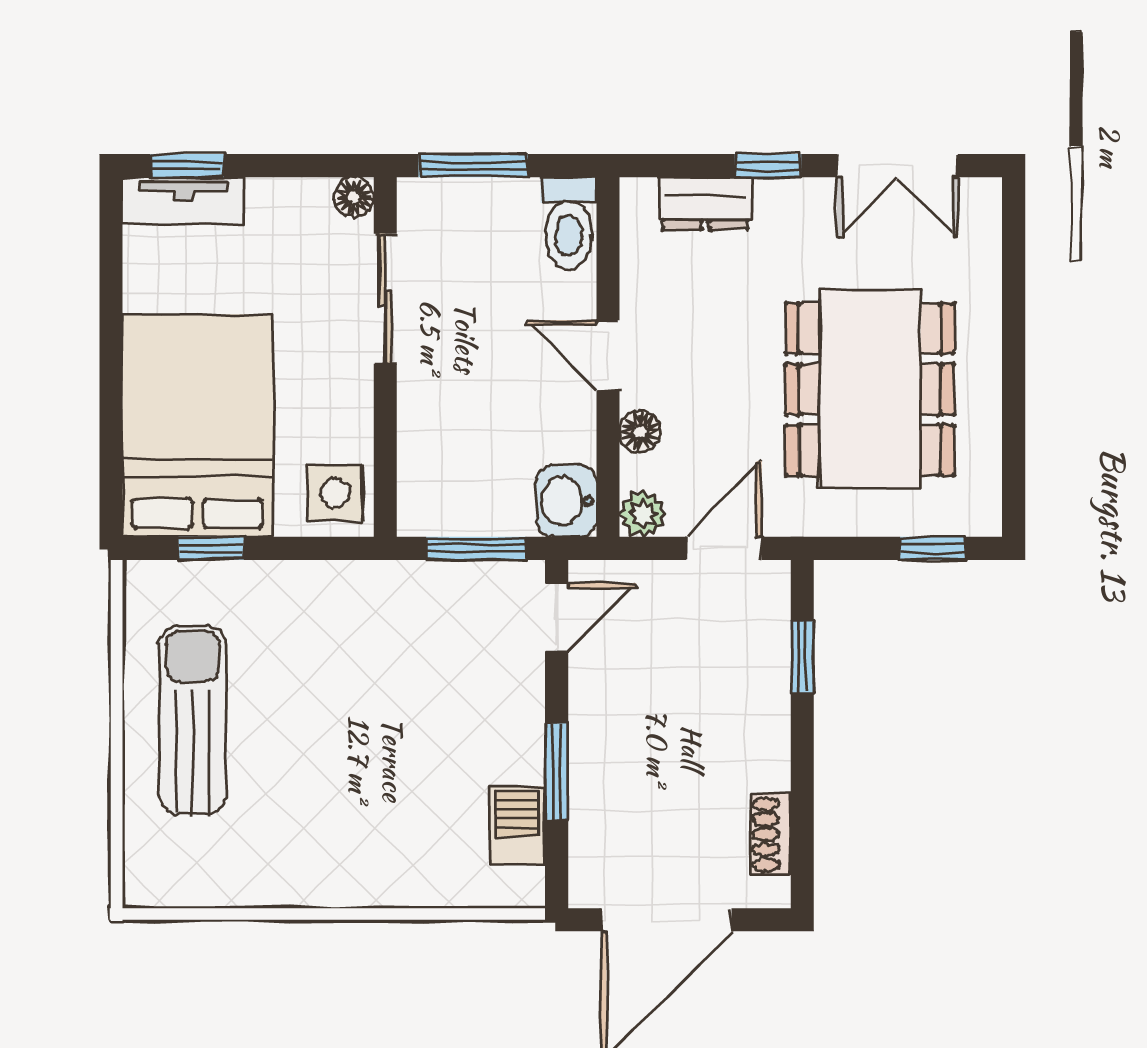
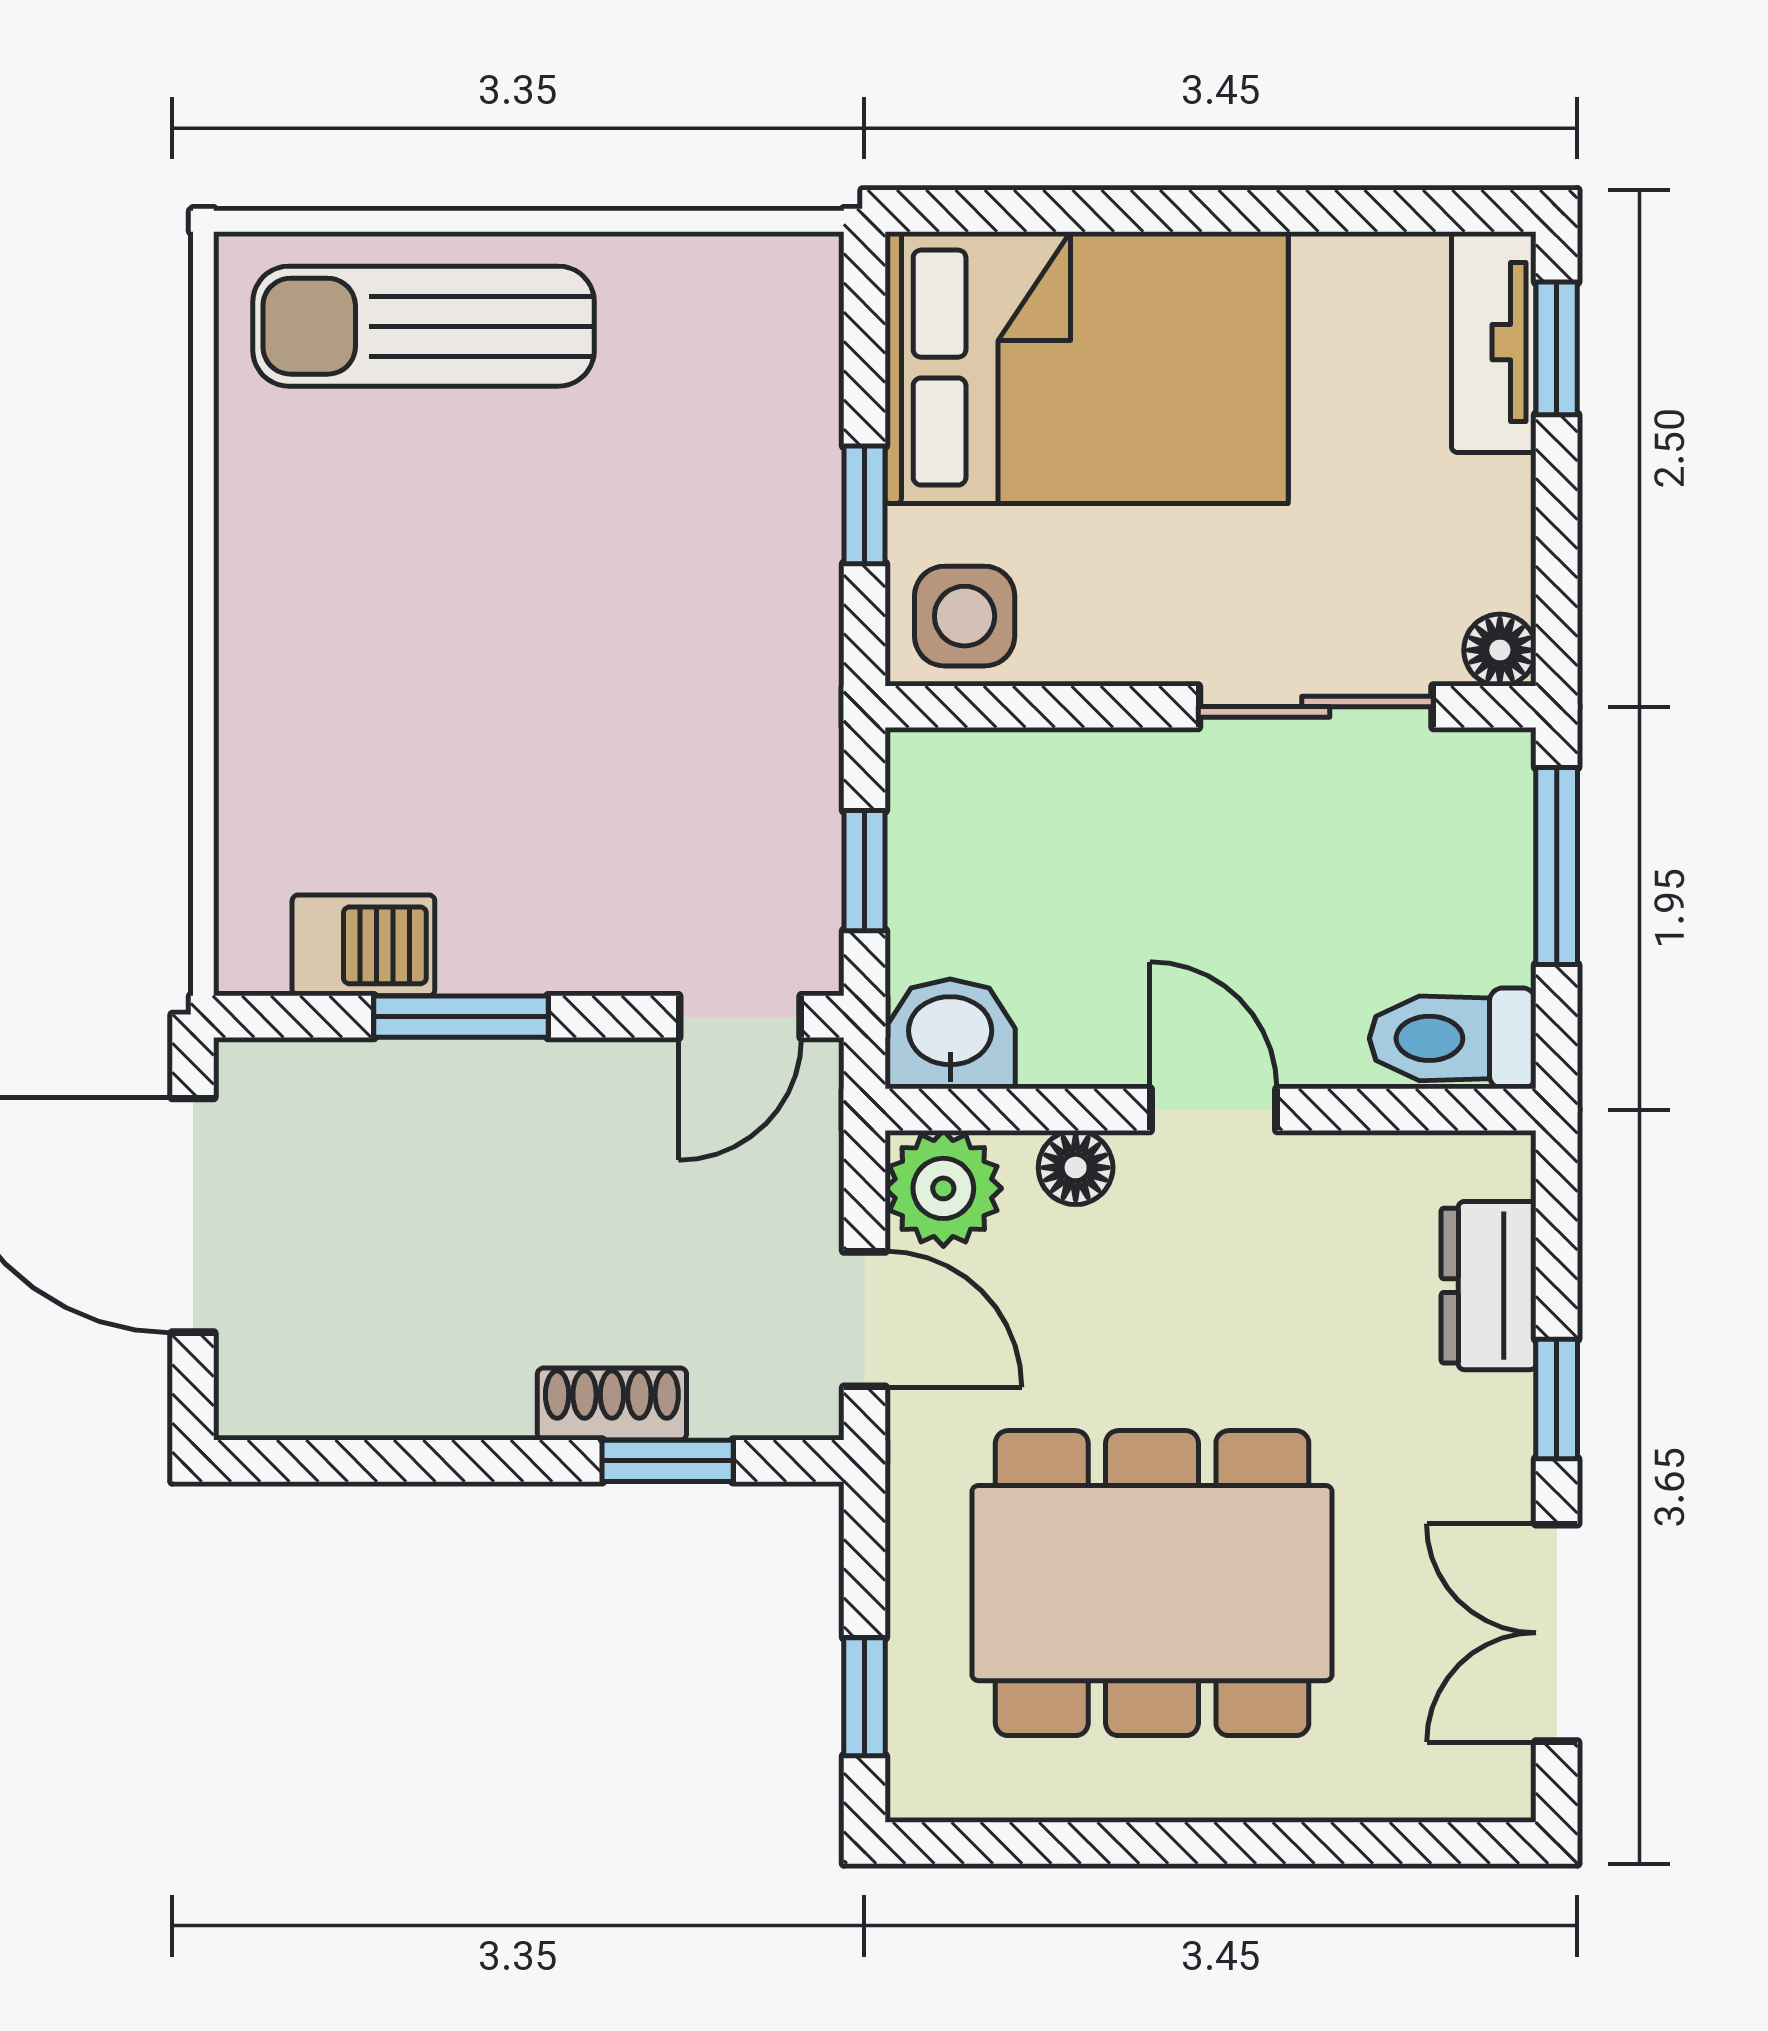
door: (608, 355) -> (1213, 1110), hinge flipped
plant: (643, 514) -> (943, 1188), width x1.38, depth x1.38
window: (211, 548) -> (864, 505), moved
window: (476, 548) -> (864, 871), width x0.67
door: (557, 617) -> (740, 1017), hinge flipped
sun lounger: (193, 720) -> (424, 326), moved, turned 180
shoe rack: (771, 834) -> (612, 1404), moved

